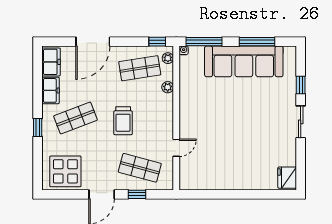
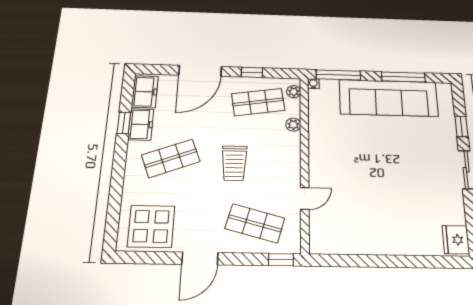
window: (157, 42) -> (252, 72), moved
window: (38, 127) -> (124, 123), moved
window: (137, 194) -> (281, 260), moved

